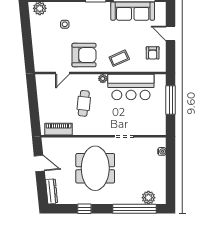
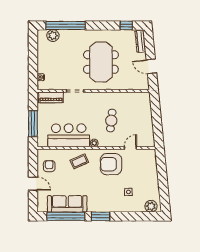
piano: (59, 129) -> (51, 97), moved
window: (84, 209) -> (126, 25), moved

